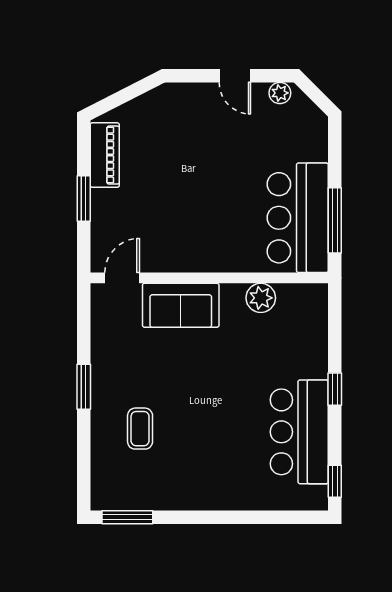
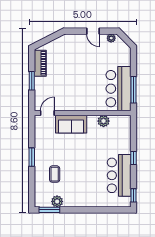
plant: (146, 496) -> (57, 201), added

